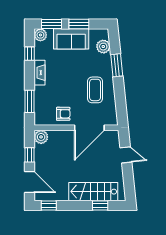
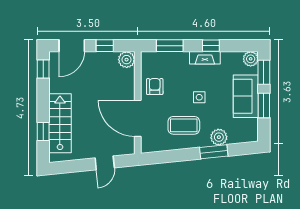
plant: (103, 47) -> (219, 137), moved
window: (29, 54) -> (211, 46), moved
side table: (72, 77) -> (199, 97), added
armchair: (63, 114) -> (155, 87), turned 180

